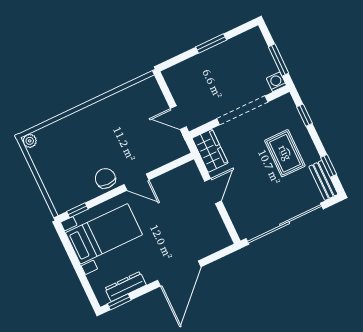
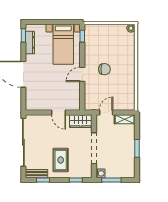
shelving: (175, 84) -> (125, 119), added
rug: (285, 153) -> (61, 160), turned 90
chair: (105, 178) -> (104, 69), moved

